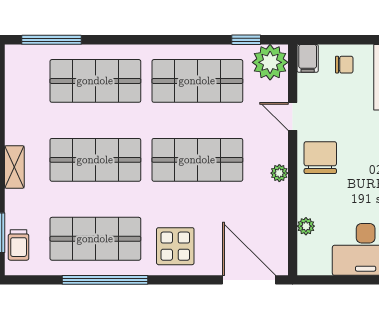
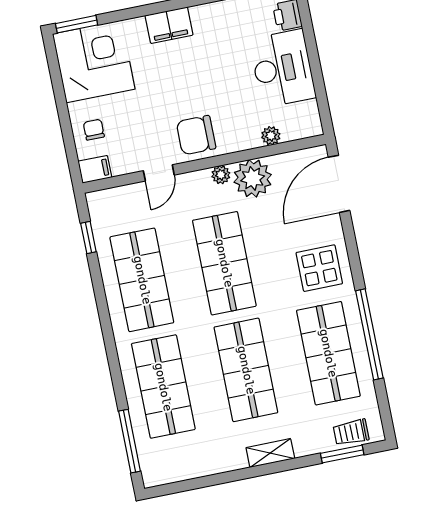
plant: (270, 62) -> (253, 178), moved
trolley: (19, 245) -> (351, 432), turned 180

